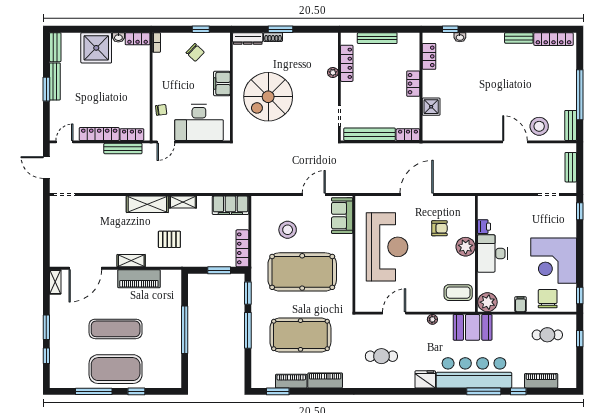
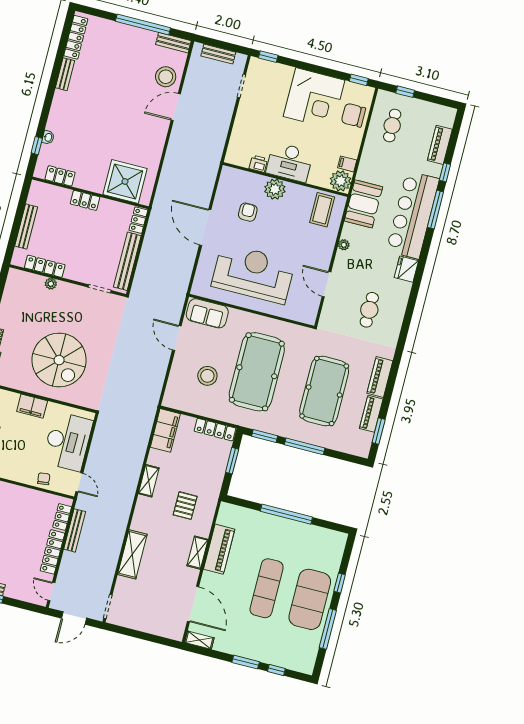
shower: (431, 107) -> (125, 181), width x1.86, depth x1.86
shelving: (147, 204) -> (132, 554), moved
filing cabinet: (521, 304) -> (347, 164), moved

